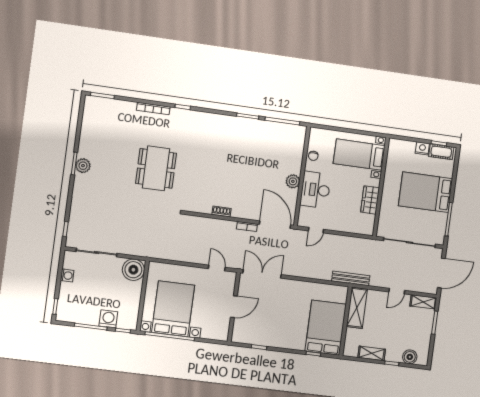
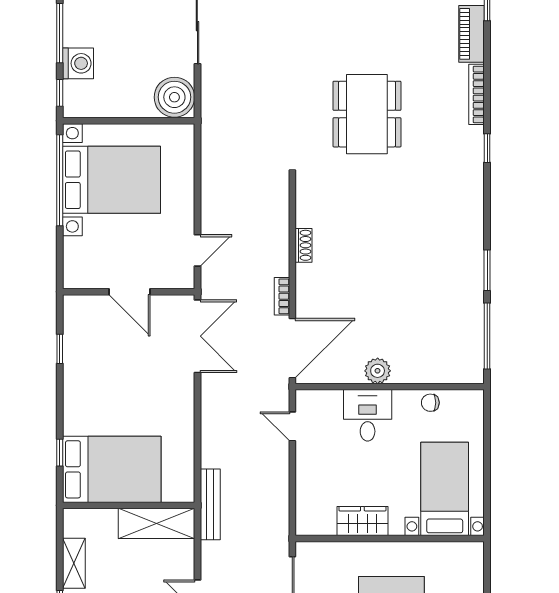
piano: (120, 107) -> (472, 34), added
dining table: (156, 168) -> (367, 114), turned 90
desk: (315, 190) -> (368, 415), width x0.73

